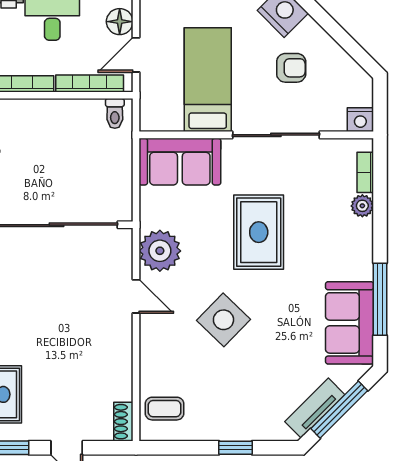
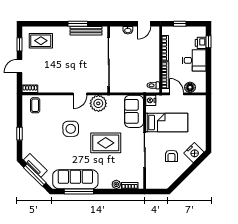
nightstand: (360, 120) -> (151, 100), moved
side table: (223, 320) -> (71, 129), turned 45
sofa: (350, 323) -> (75, 179), width x1.36

